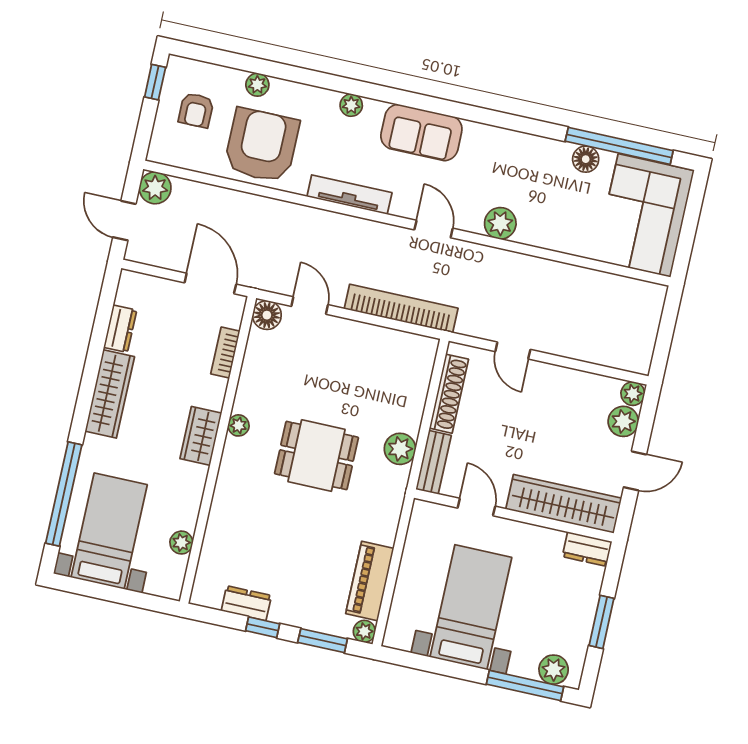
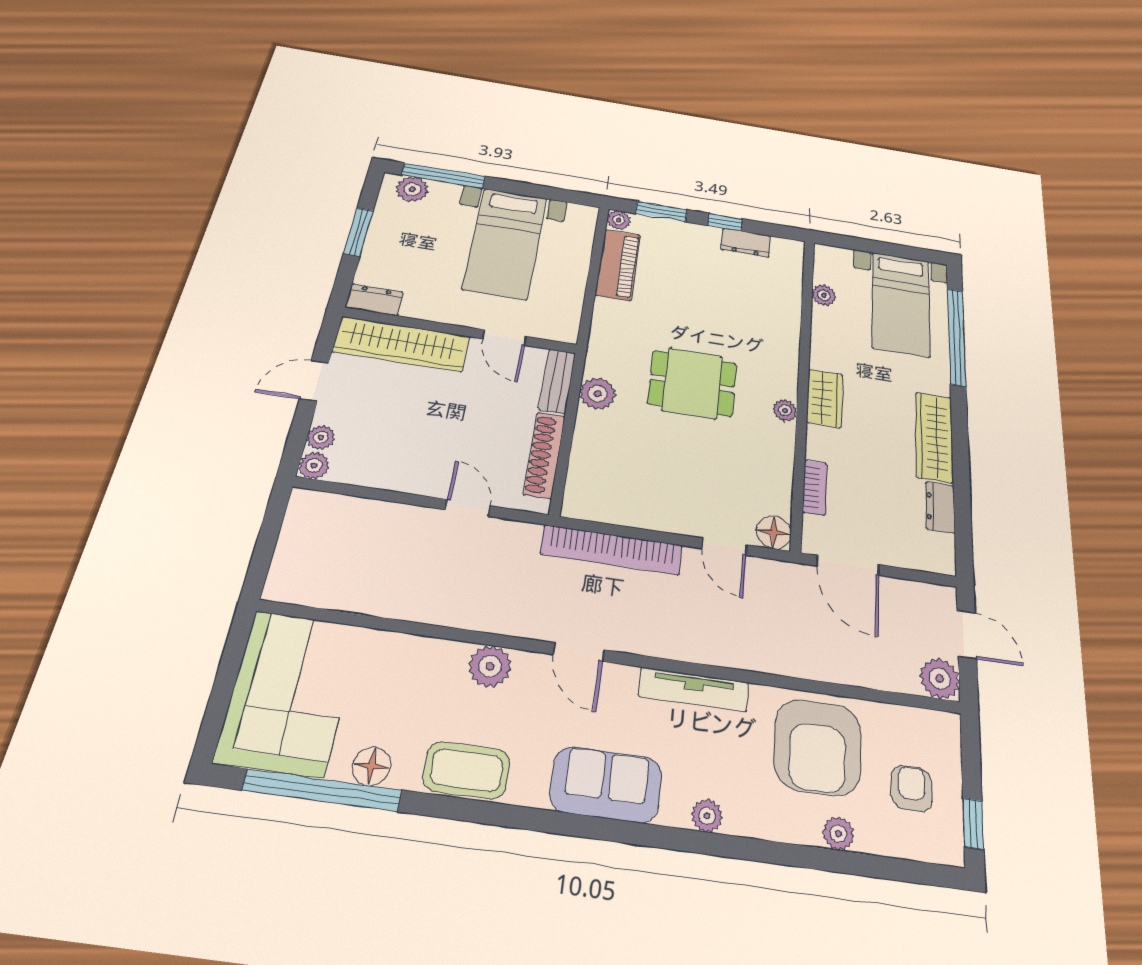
coffee table: (520, 151) -> (467, 770), added
plant: (623, 421) -> (321, 437), width x0.73, depth x0.73

